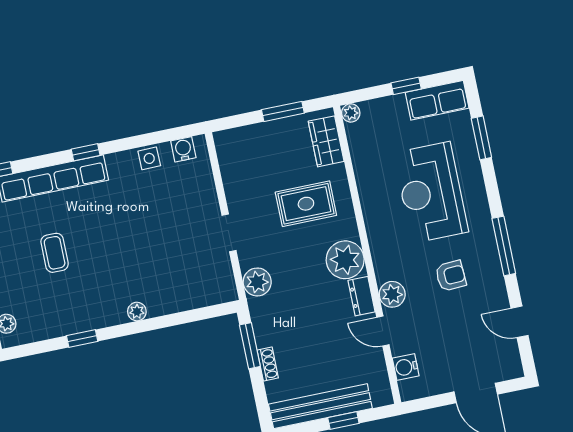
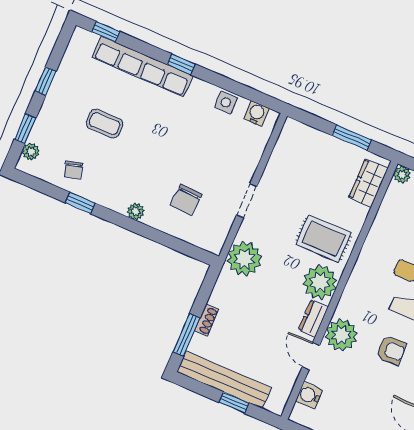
rug: (306, 204) -> (324, 239), moved
coffee table: (55, 253) -> (105, 124), turned 90
chair: (175, 270) -> (186, 200), added
plant: (257, 282) -> (244, 259), width x1.36, depth x1.36
plant: (392, 294) -> (341, 335), width x1.36, depth x1.36
chair: (56, 314) -> (73, 170), added
window: (250, 346) -> (187, 335), moved

